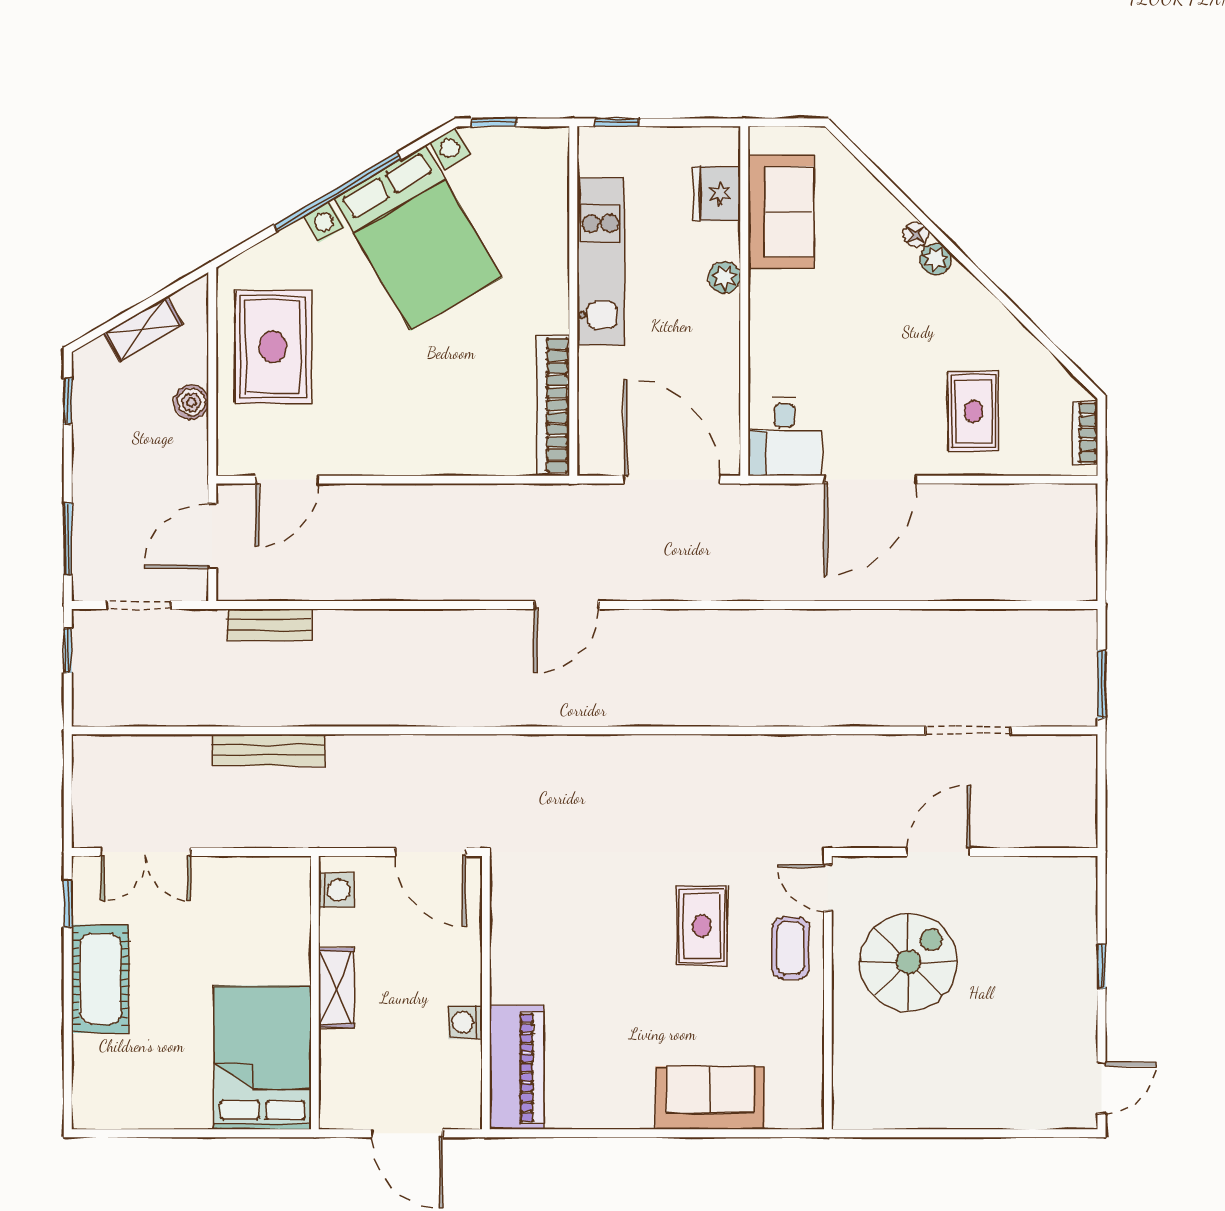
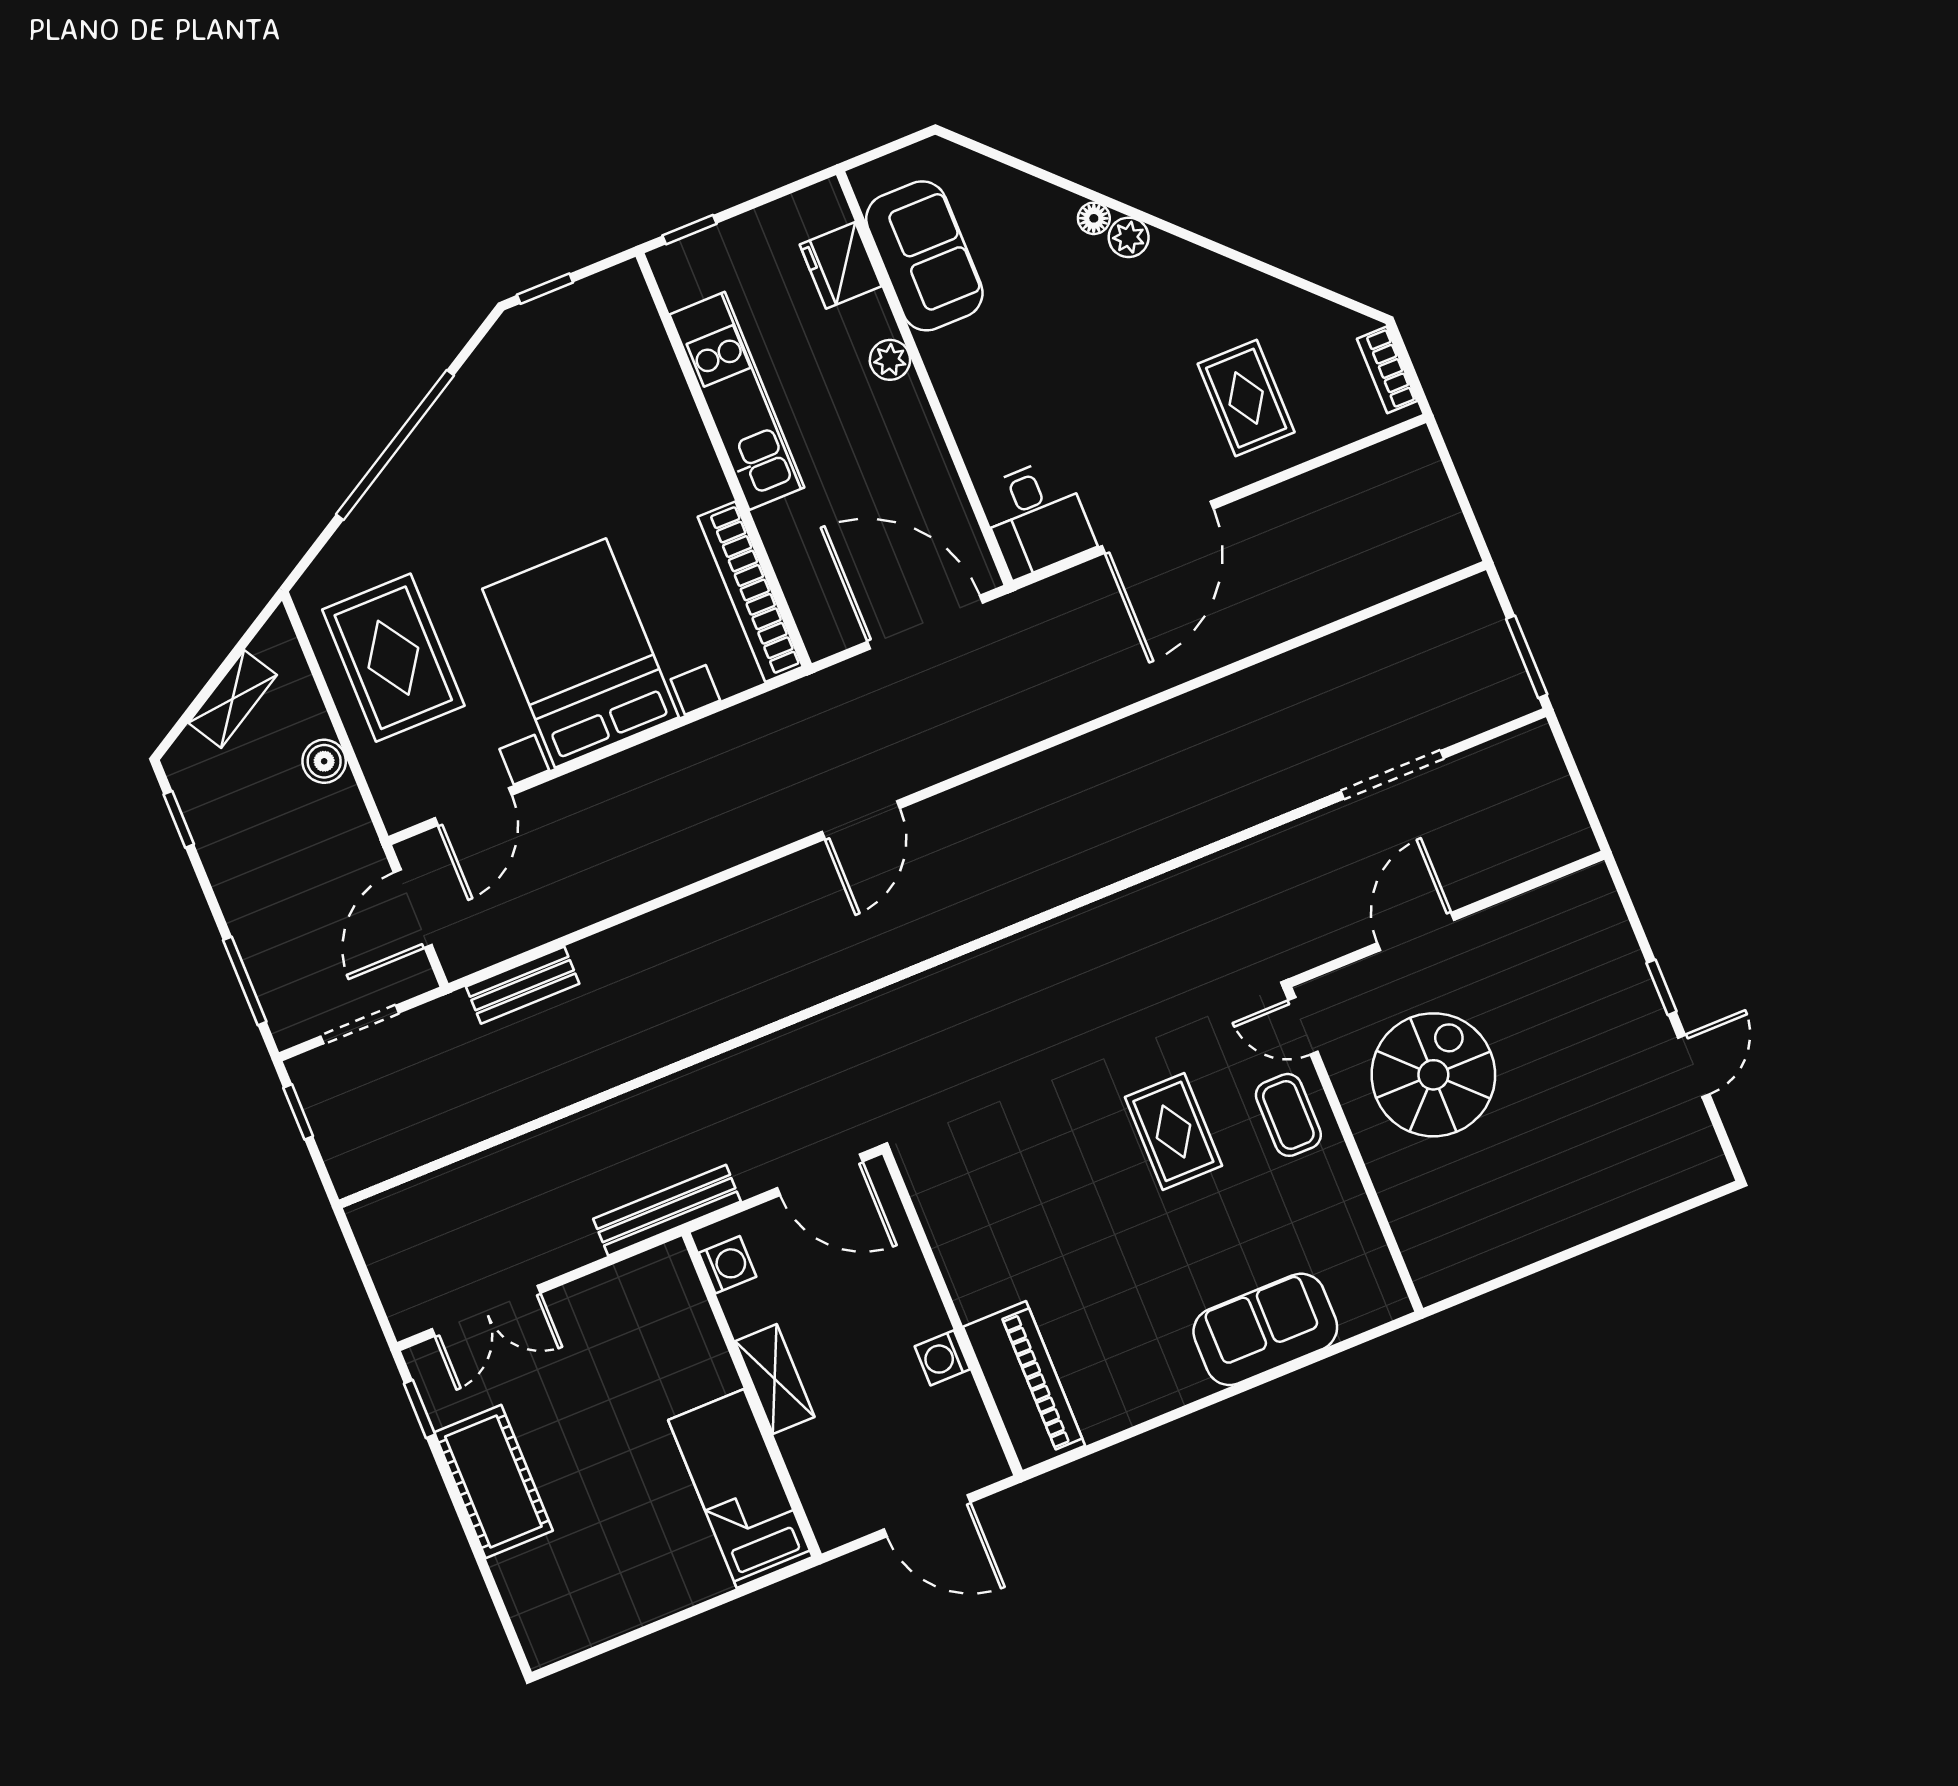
bed with nightstands: (418, 238) -> (581, 653), moved, turned -150
bench: (269, 750) -> (667, 1210), moved
bed: (263, 1058) -> (740, 1489), width x0.67
door: (1101, 1088) -> (1694, 1066), moved

